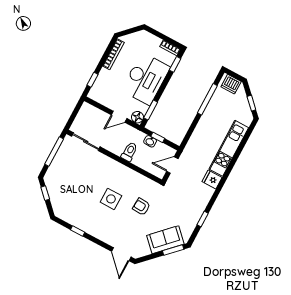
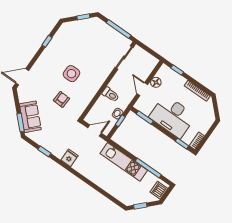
floor lamp: (137, 117) -> (156, 82), moved
kitchen unit: (229, 148) -> (124, 162), moved, turned 180
door: (172, 165) -> (95, 131), hinge flipped
fridge: (212, 179) -> (70, 158), moved

